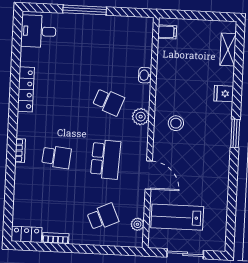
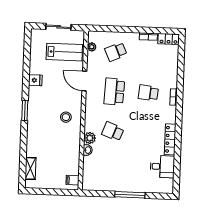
desk: (38, 31) -> (162, 167), moved
fridge: (224, 94) -> (35, 80), moved
plant: (141, 117) -> (90, 138), moved

